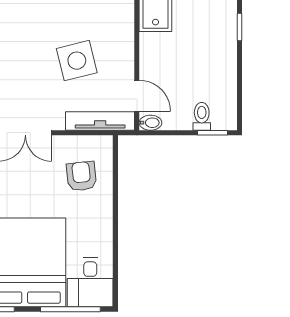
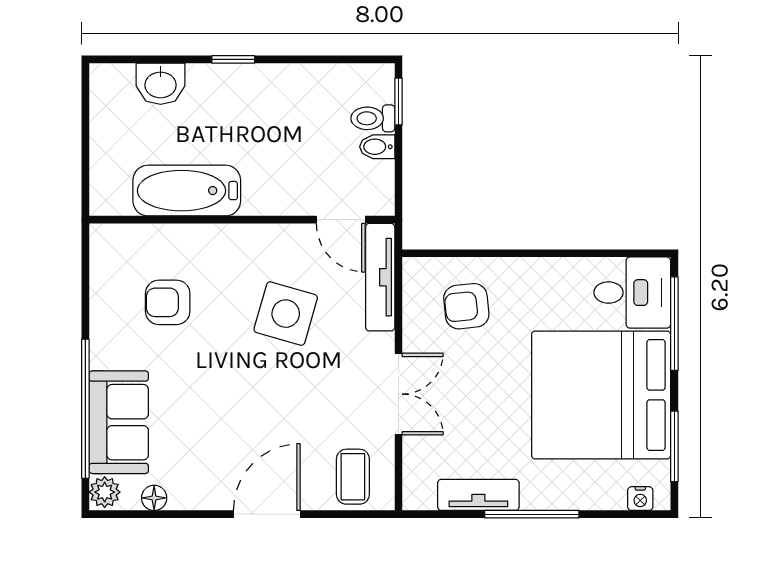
side table: (77, 61) -> (286, 314), turned 30
door: (137, 96) -> (341, 220), swing flipped
bidet: (150, 123) -> (377, 147), moved, turned -90

